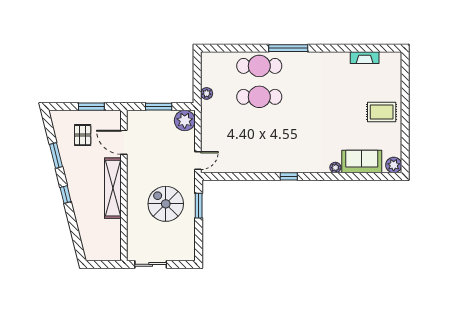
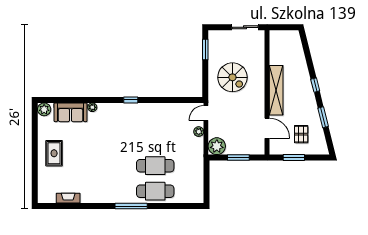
plant: (207, 93) -> (199, 132), moved
rug: (382, 112) -> (54, 153), turned 90
window: (199, 206) -> (205, 50), moved

